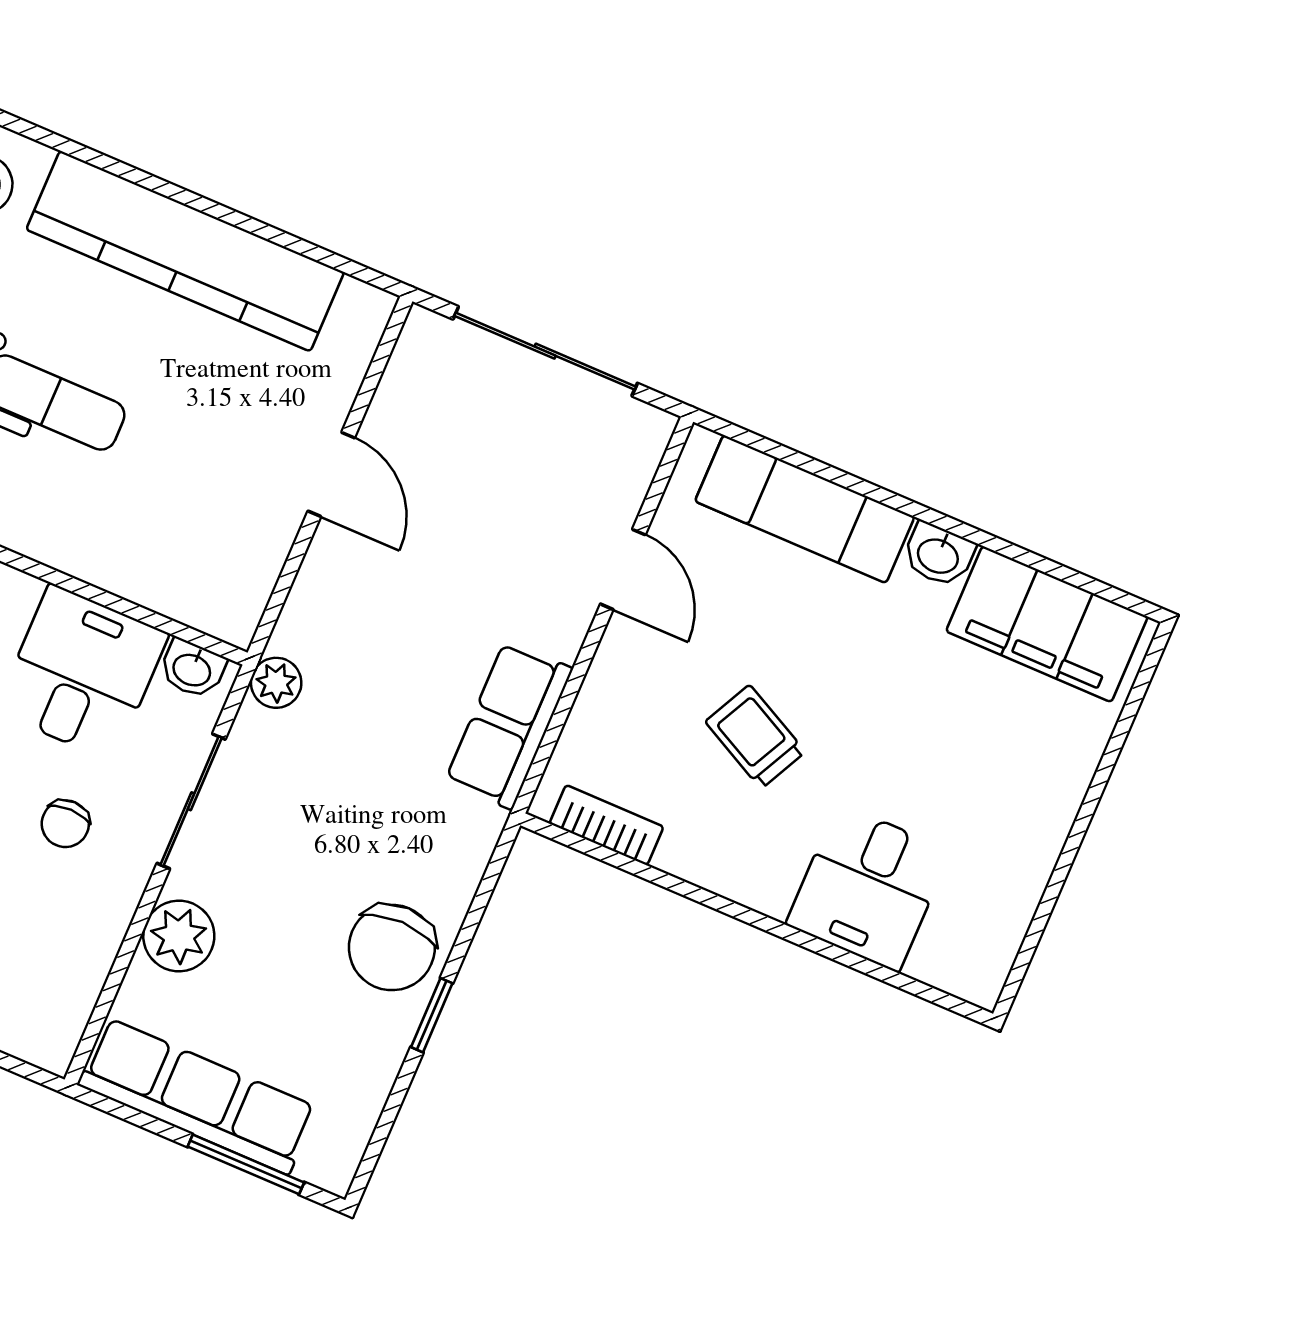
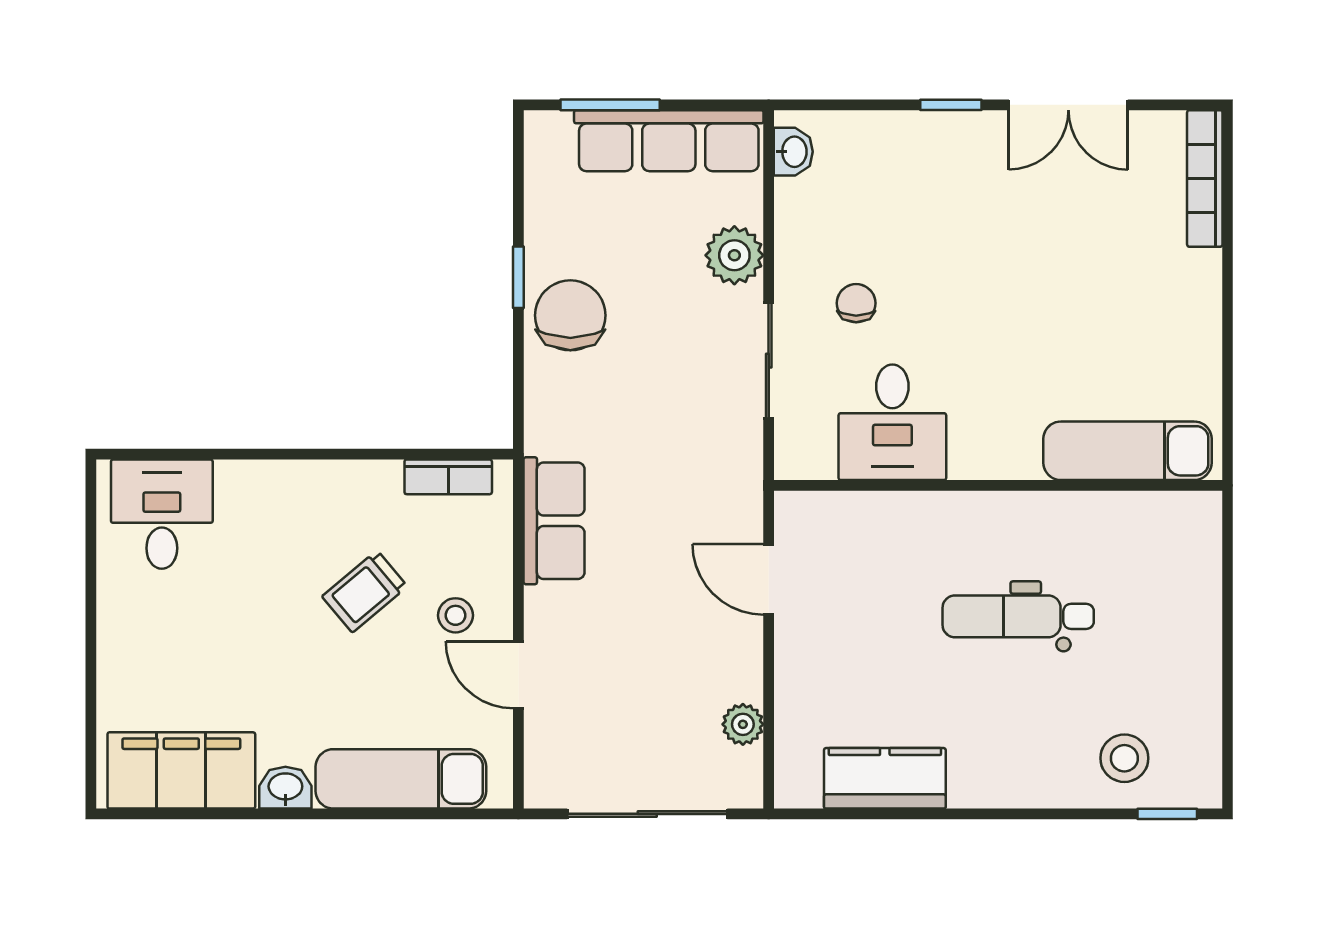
kitchen counter: (185, 251) -> (885, 778), width x0.48, depth x0.86
door: (331, 474) -> (769, 579), moved
stool: (665, 666) -> (455, 615), added
washbasin: (192, 669) -> (793, 152), moved, turned 90
plant: (276, 683) -> (743, 724), moved
trolley: (755, 737) -> (365, 591), turned 113
desk: (868, 888) -> (162, 514), moved

